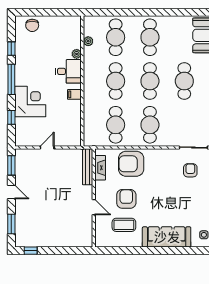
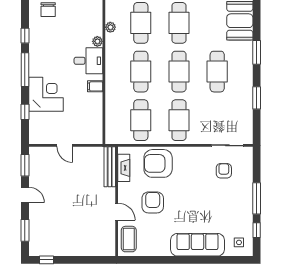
door: (47, 147) -> (65, 145), swing flipped
coffee table: (124, 225) -> (129, 239), moved, turned 90

